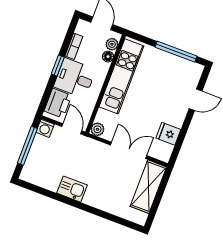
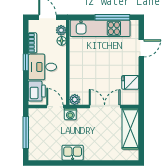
kitchen unit: (121, 76) -> (100, 28), moved, turned 90
washing machine: (45, 128) -> (70, 114), moved

